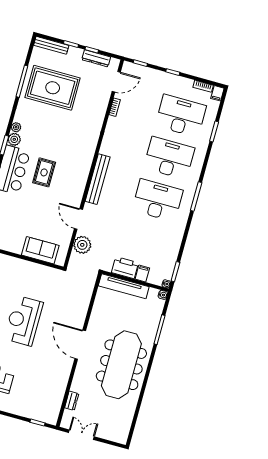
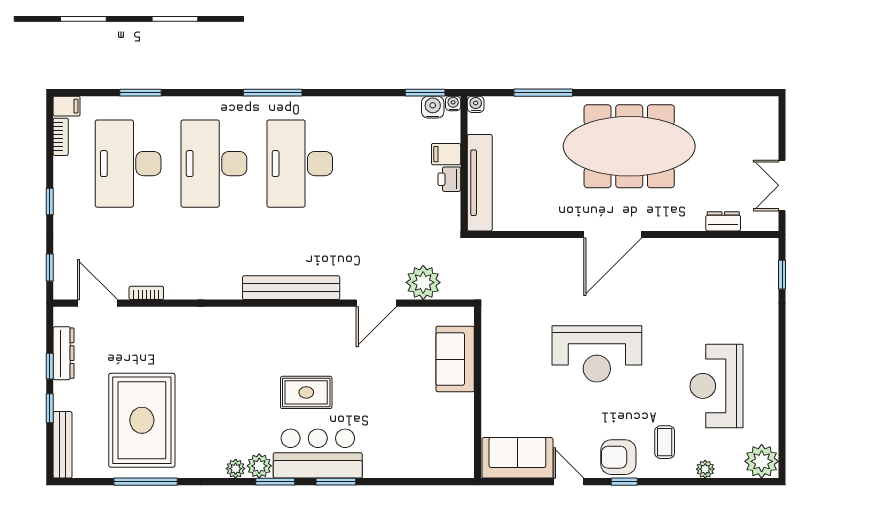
printer: (125, 268) -> (449, 179), width x0.53, depth x0.68
water cooler: (167, 273) -> (433, 107), added

